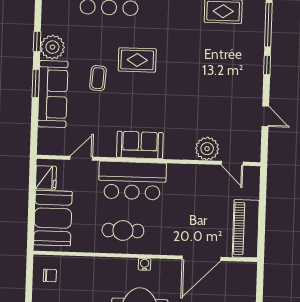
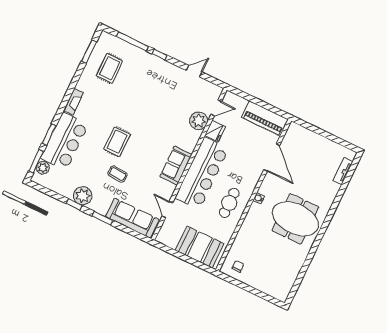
sofa: (53, 94) -> (132, 218), moved
fridge: (46, 178) -> (215, 131), moved, turned 90
bar counter: (132, 181) -> (202, 173), width x1.36

